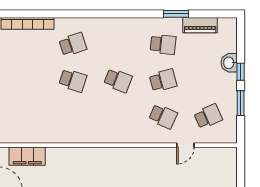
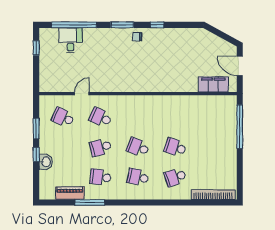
window: (176, 14) -> (90, 203), width x1.44
school desk: (118, 44) -> (138, 177), added
school desk: (208, 116) -> (63, 117), turned 48

